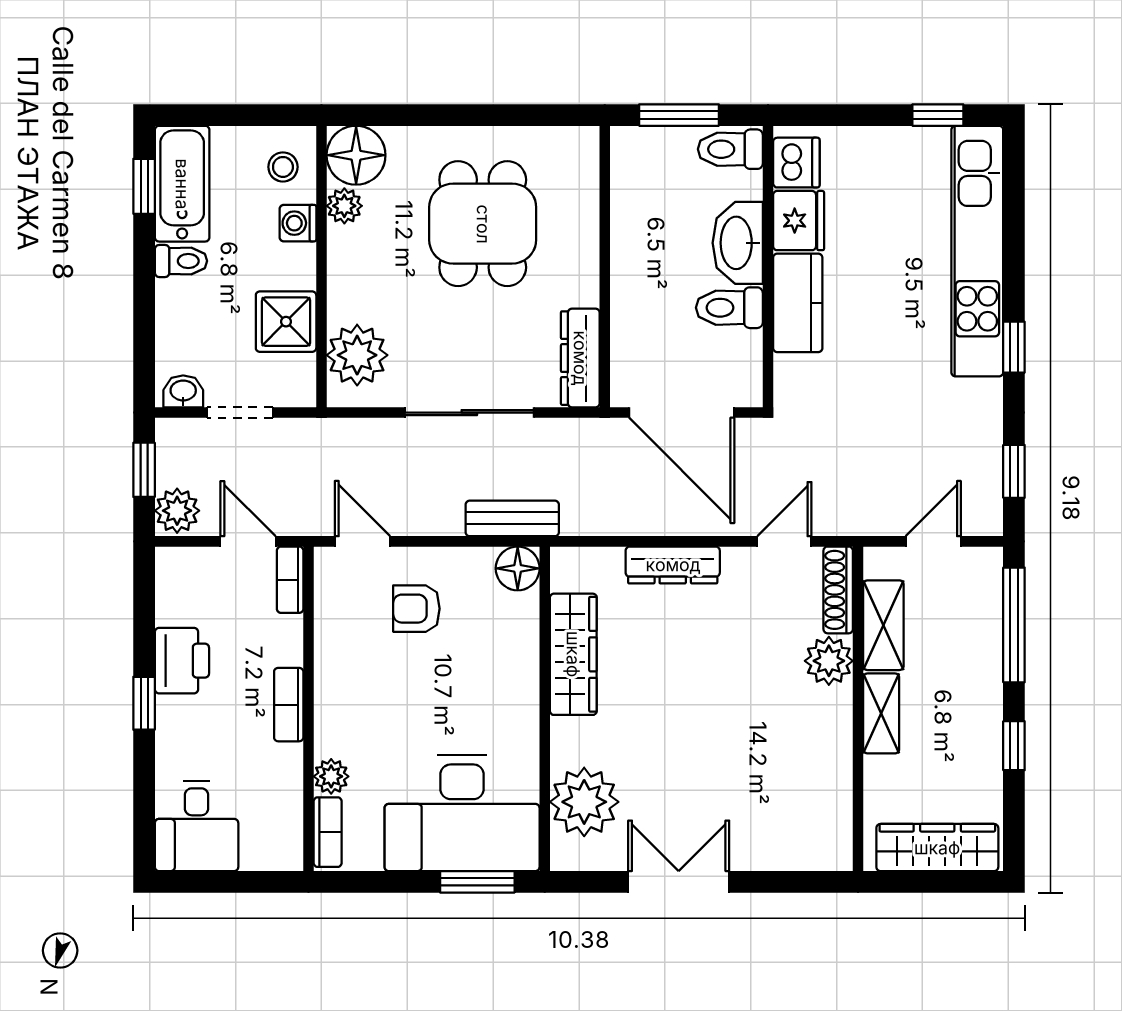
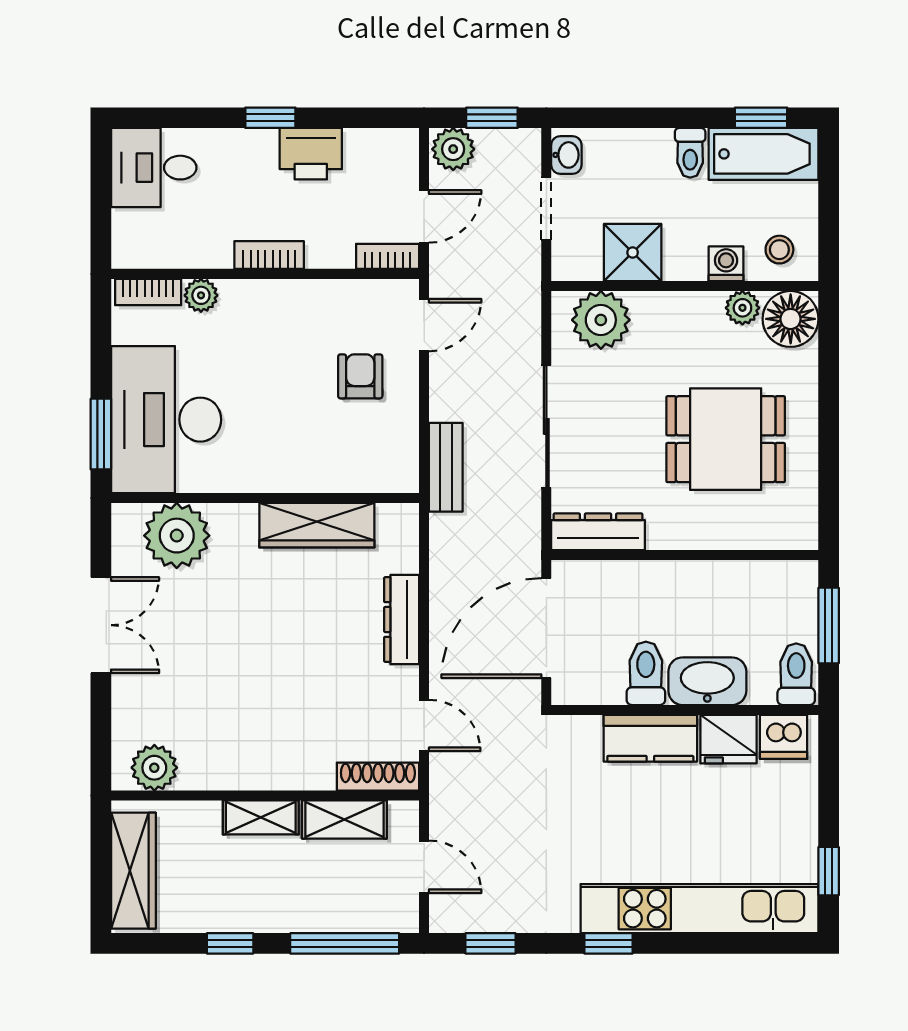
floor lamp: (518, 568) -> (398, 472), removed
plant: (829, 661) -> (154, 768), moved

